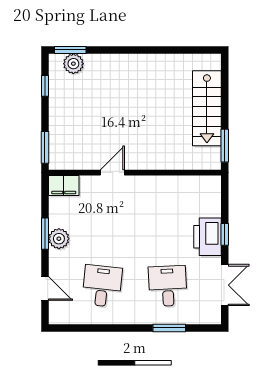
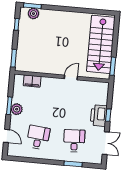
stairs: (207, 108) -> (101, 44), width x1.36, depth x1.51
door: (112, 173) -> (71, 77), moved
filing cabinet: (64, 185) -> (32, 81), moved

